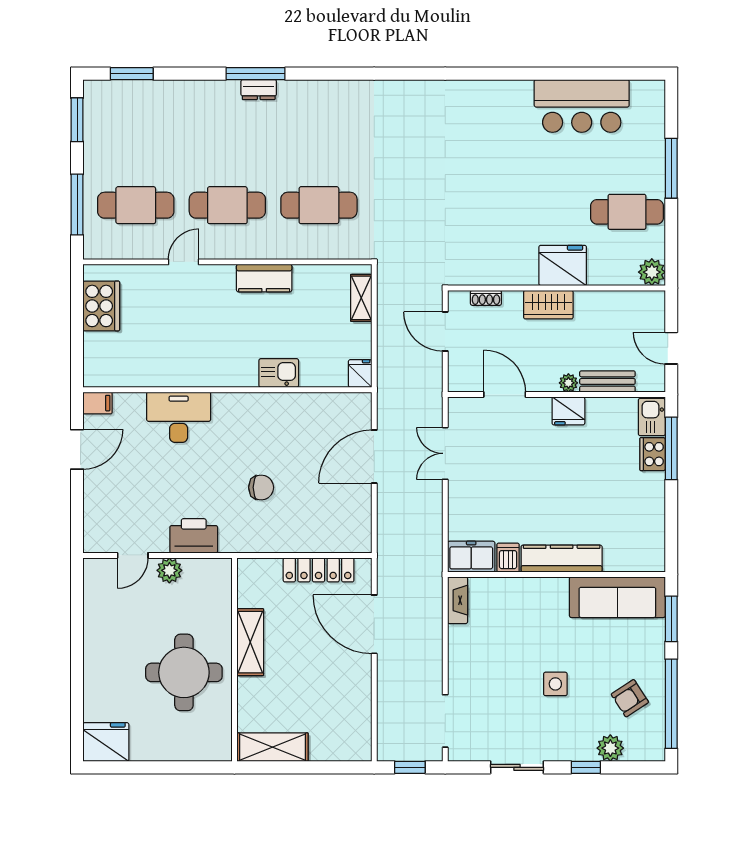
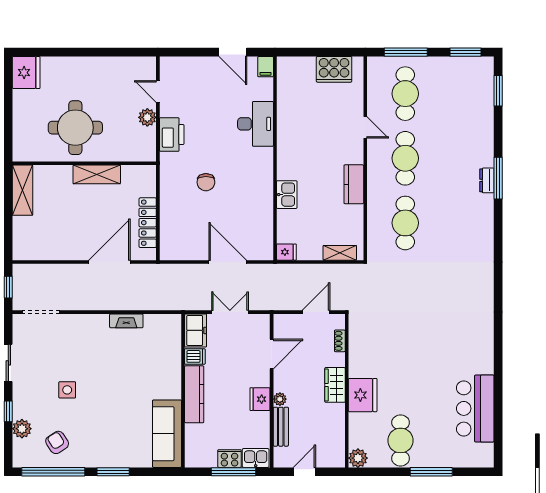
freezer: (471, 557) -> (196, 330), moved
dishwasher: (508, 558) -> (195, 356), moved
kitchen counter: (562, 559) -> (194, 394), moved
wall: (556, 574) -> (183, 391), moved
sofa: (617, 597) -> (167, 434), moved

